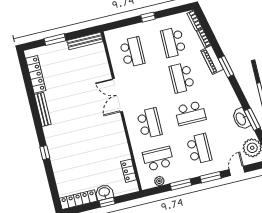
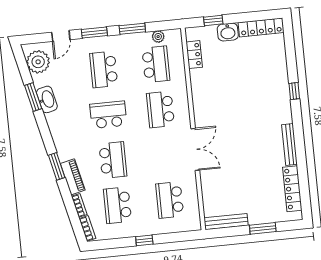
school desk: (173, 42) -> (118, 205), turned 180
school desk: (158, 159) -> (156, 64), turned -90
window: (107, 202) -> (213, 20), moved

